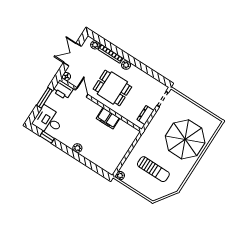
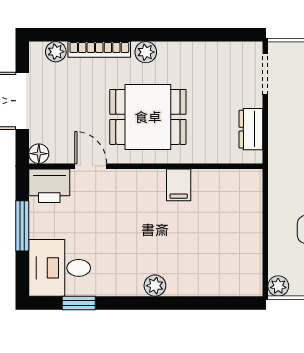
filing cabinet: (108, 118) -> (179, 185), width x0.50

